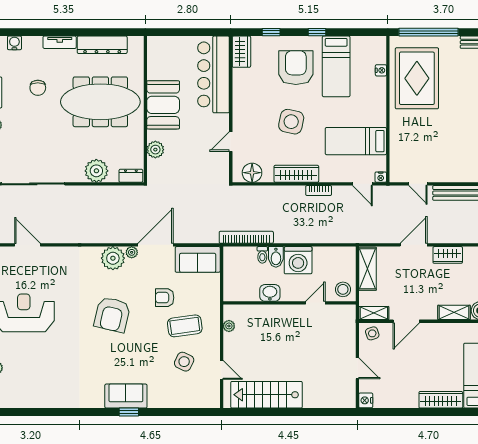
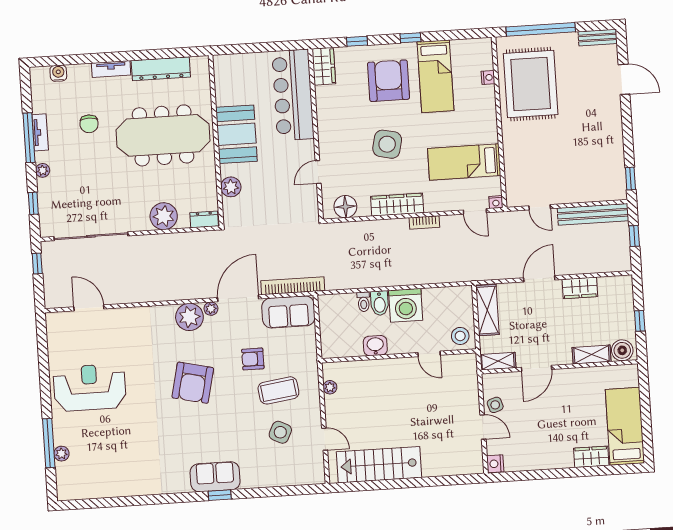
bookcase: (246, 237) -> (293, 286), moved
door: (315, 303) -> (429, 354), swing flipped
side table: (372, 333) -> (495, 405), moved
wardrobe: (441, 400) -> (591, 457), width x0.67

